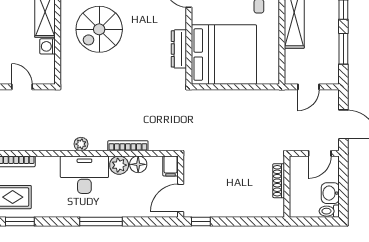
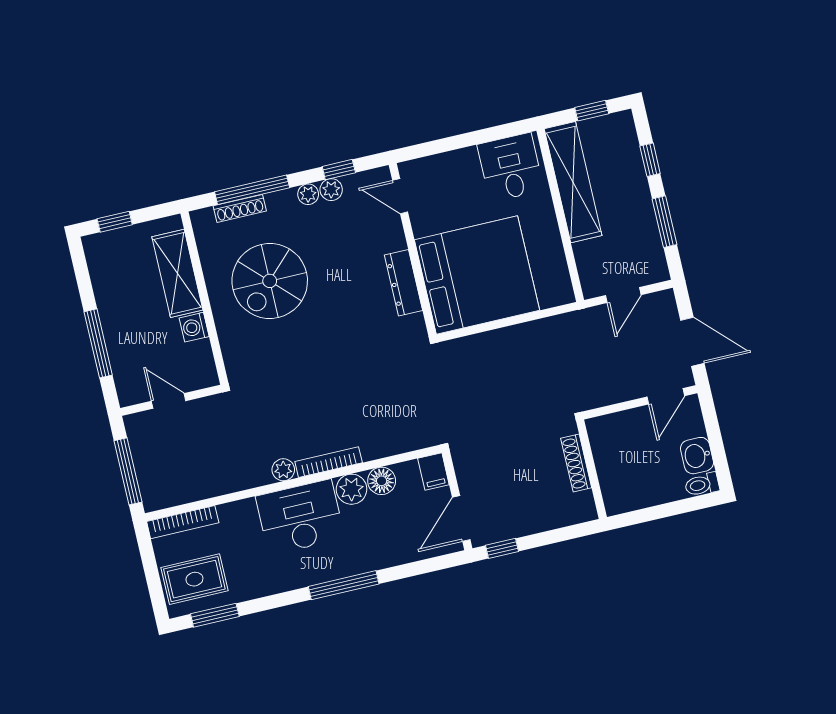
bookcase: (128, 146) -> (329, 462), moved
shoe rack: (279, 181) -> (576, 463), moved
wall: (287, 187) -> (591, 469), moved

